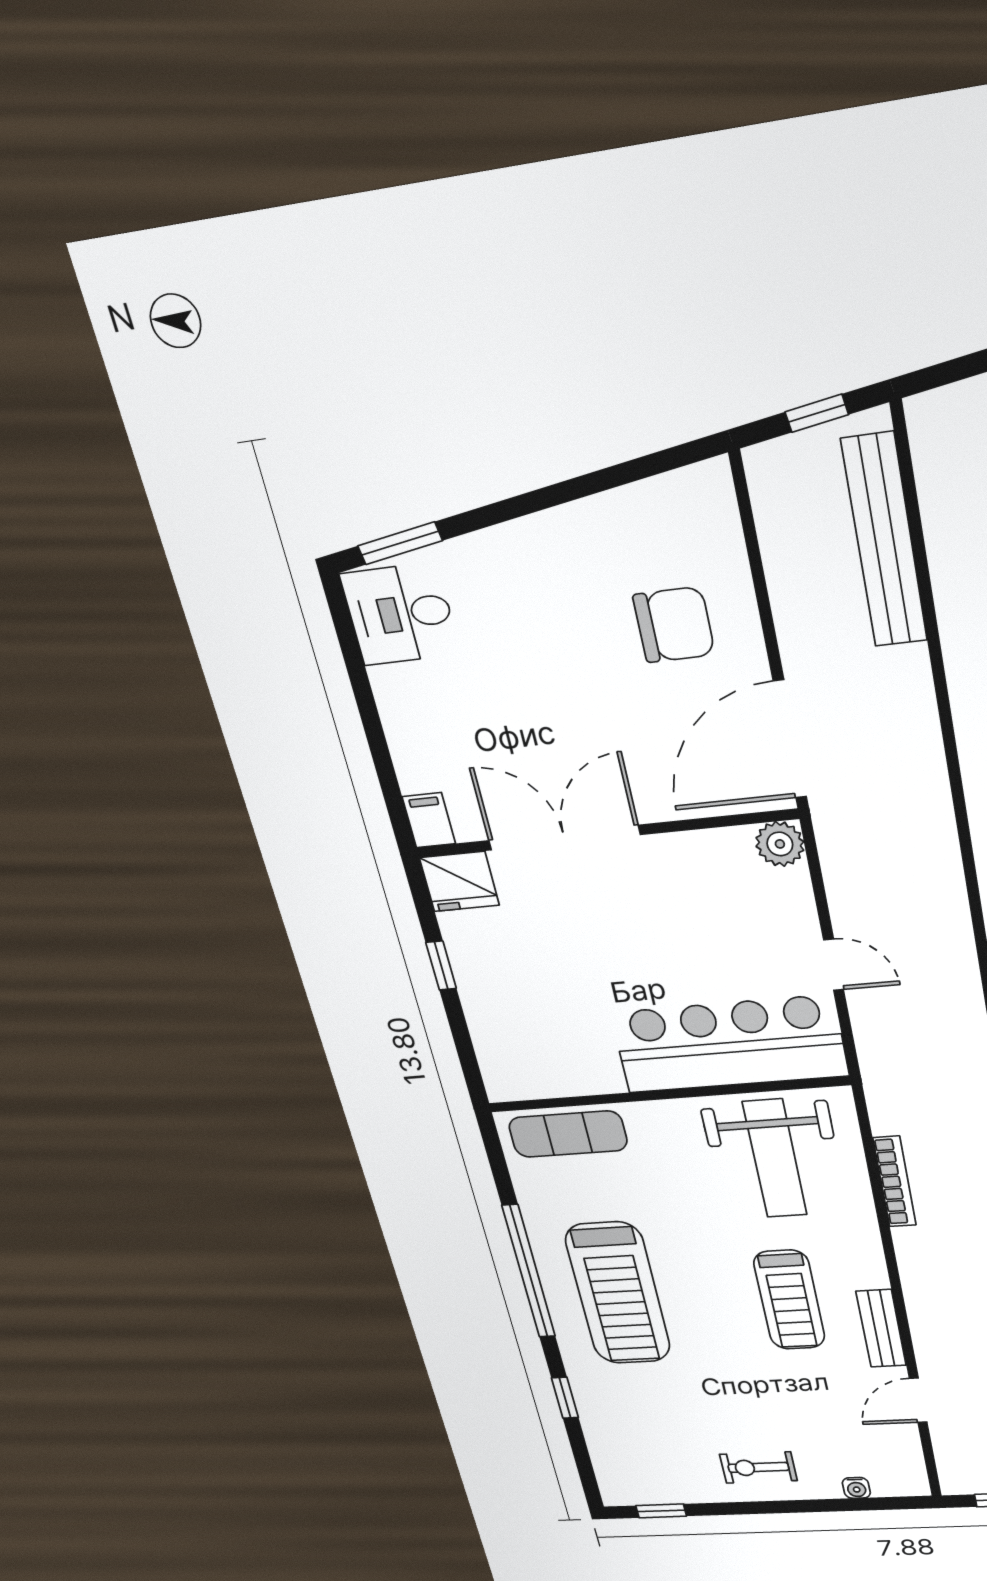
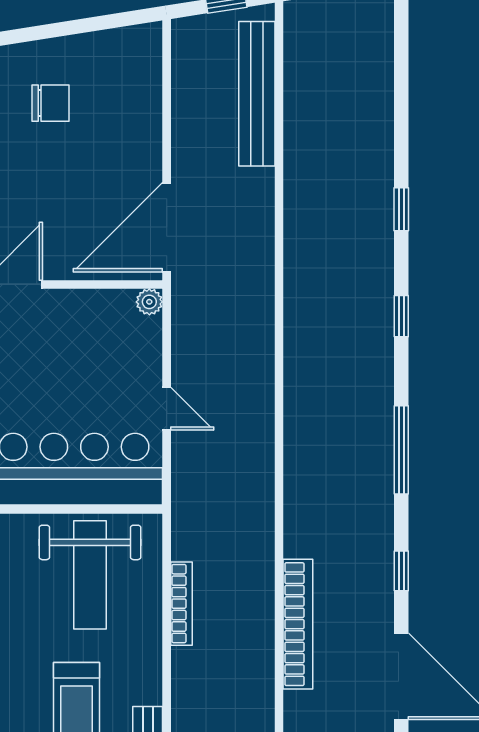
chair: (674, 625) -> (51, 103), moved, width x0.73, depth x0.73
plant: (780, 844) -> (149, 302), width x0.73, depth x0.73

